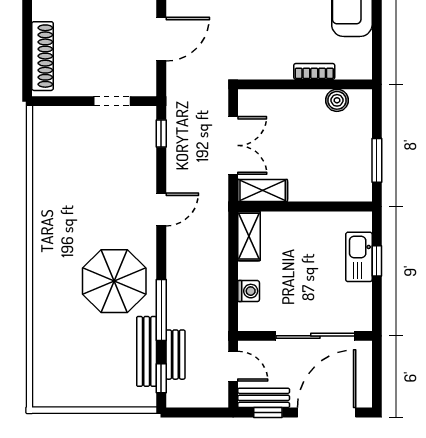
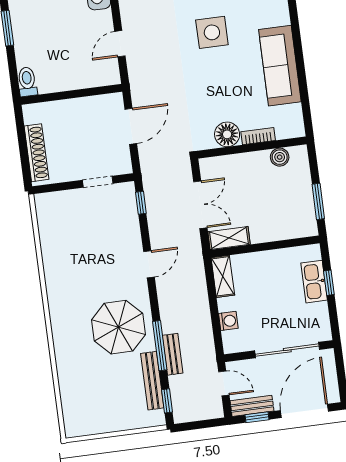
floor lamp: (277, 64) -> (227, 134), added
bench: (175, 355) -> (173, 354), moved

